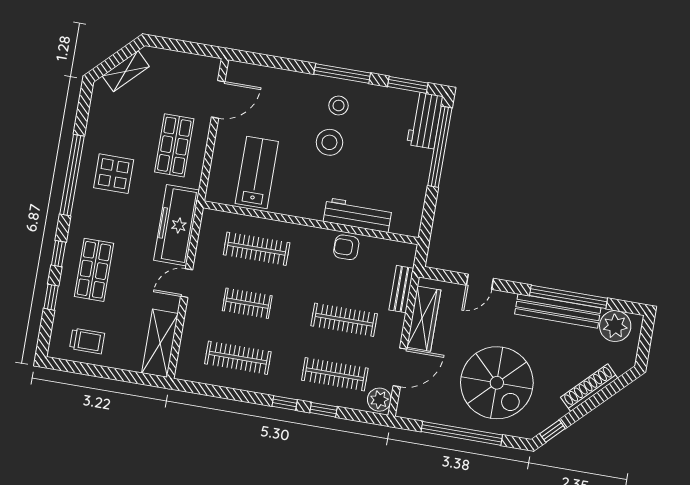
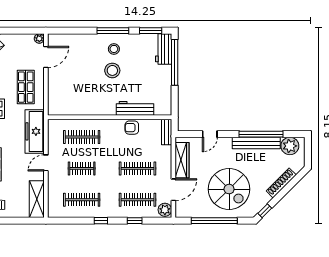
plant: (212, 65) -> (39, 39), added
lab bench: (257, 172) -> (75, 94), removed
bench: (401, 289) -> (167, 132), moved
window: (285, 403) -> (101, 221), moved

